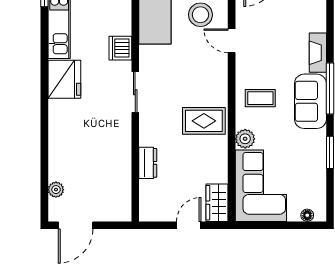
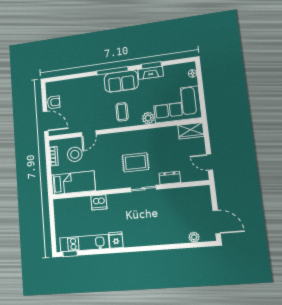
fireplace: (318, 53) -> (151, 73), moved
fridge: (64, 79) -> (116, 240), width x0.53, depth x0.75
sliding door: (135, 92) -> (143, 189), moved
rug: (204, 121) -> (135, 162), moved, turned 90
door: (189, 225) -> (210, 162), moved

